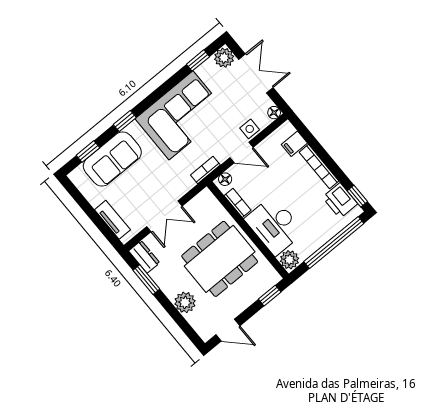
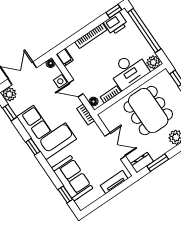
window: (125, 121) -> (33, 147), moved
filing cabinet: (294, 144) -> (65, 57), moved
door: (242, 152) -> (76, 88), swing flipped

